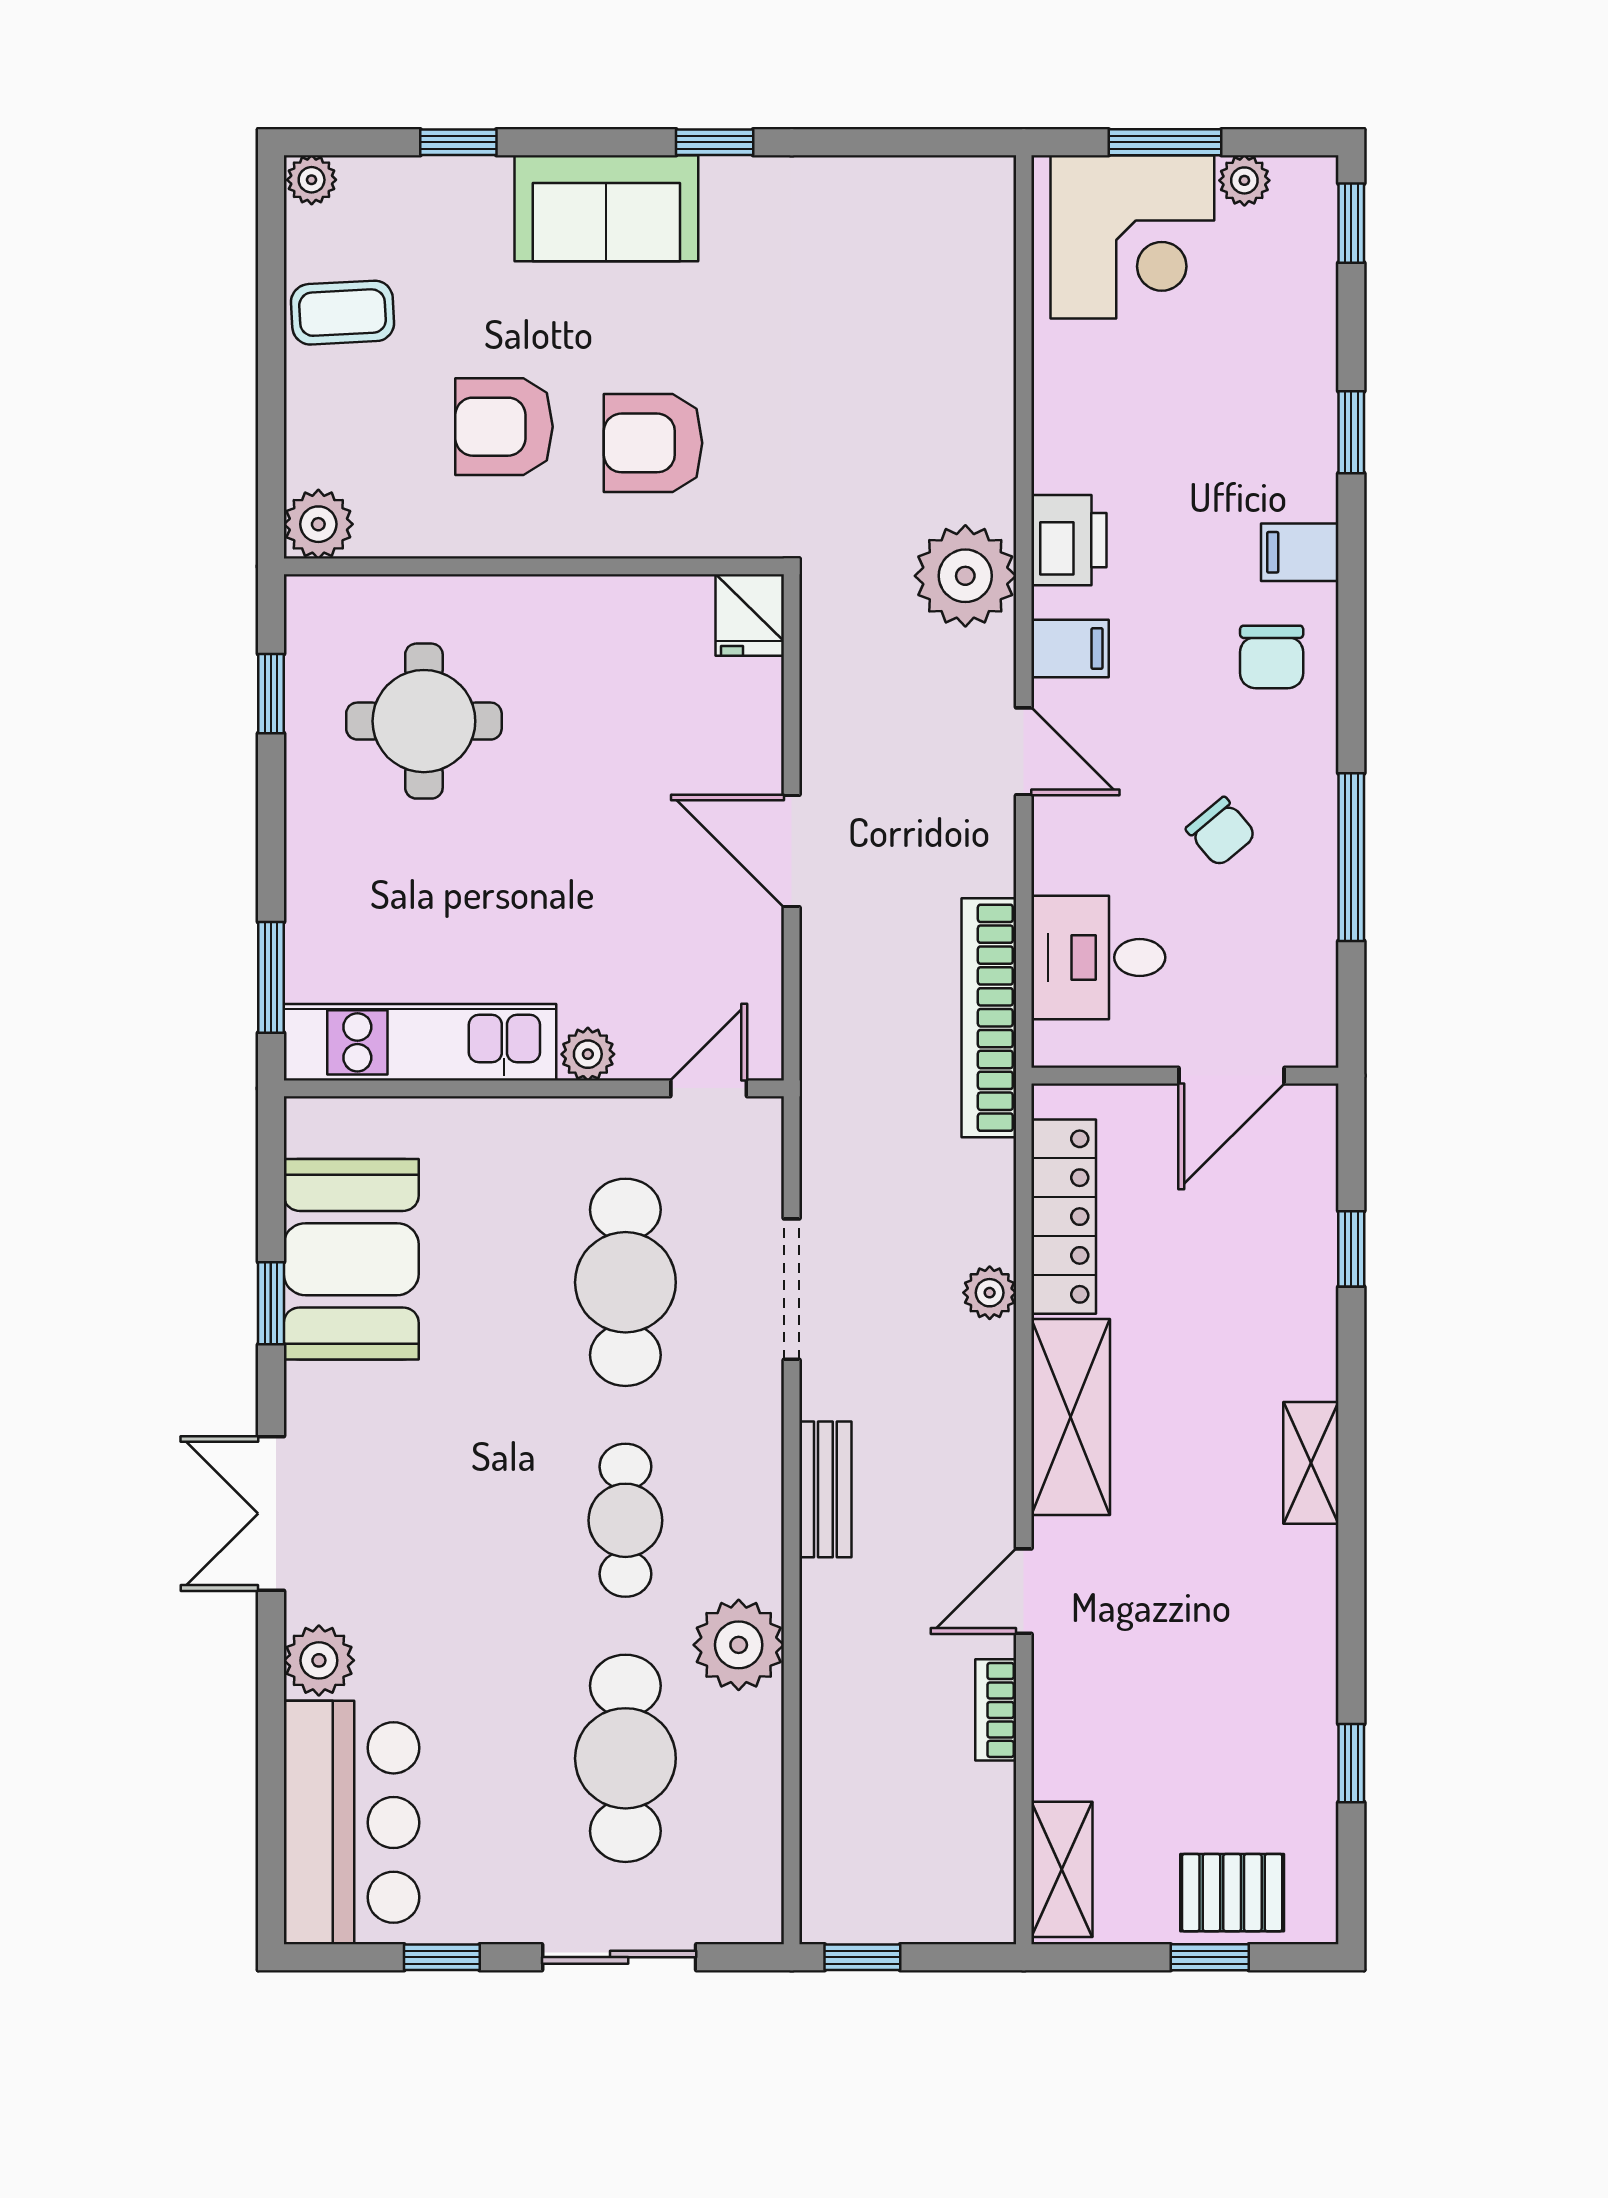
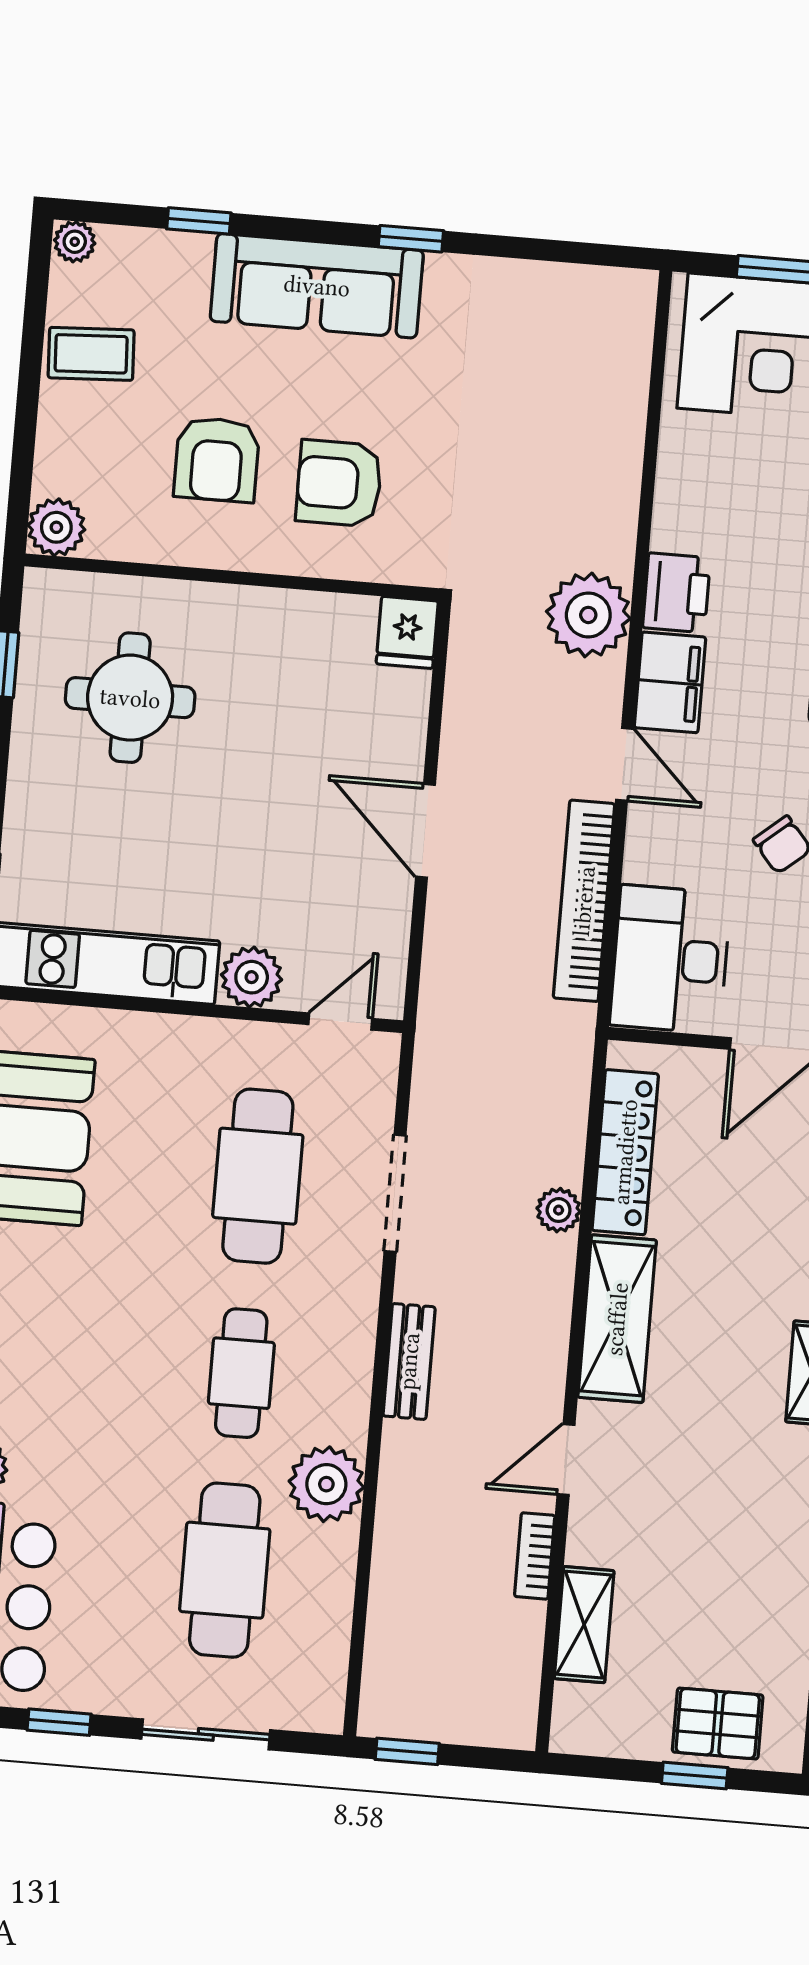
sofa: (606, 208) -> (317, 286), width x1.36
armchair: (504, 427) -> (217, 459), turned -90
filing cabinet: (1070, 648) -> (670, 682), width x2.00
desk: (1098, 957) -> (670, 959), width x1.37
bookcase: (989, 1018) -> (584, 901), moved
plant: (588, 1054) -> (252, 977), width x1.38, depth x1.38
shelving: (1062, 1869) -> (584, 1625), moved

